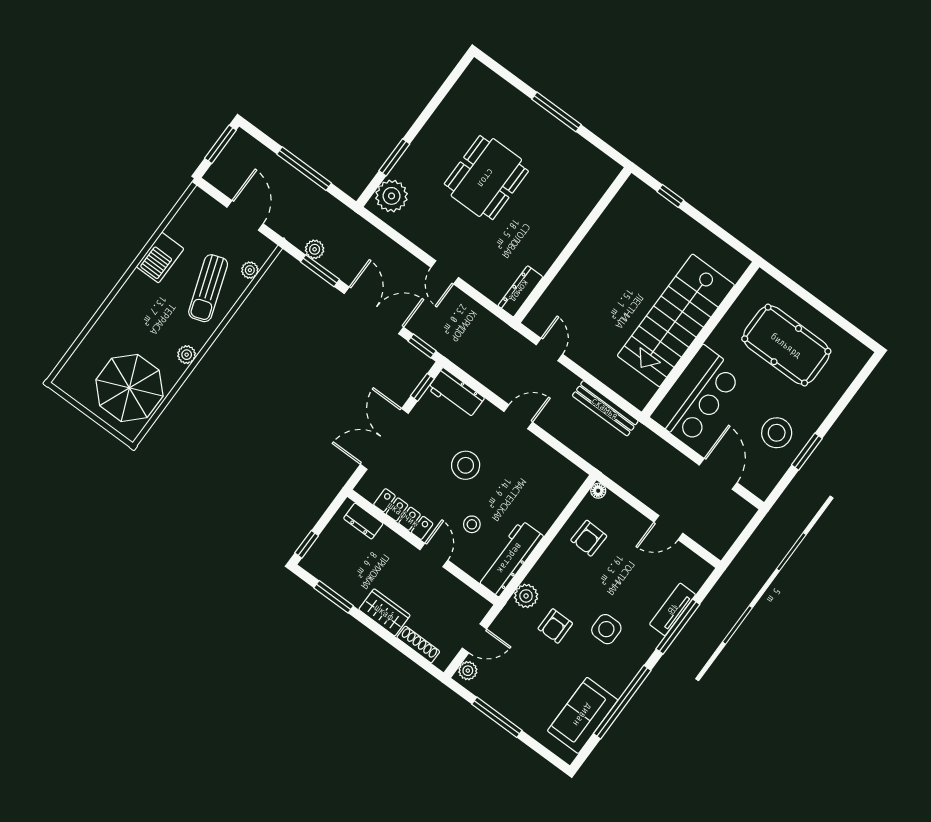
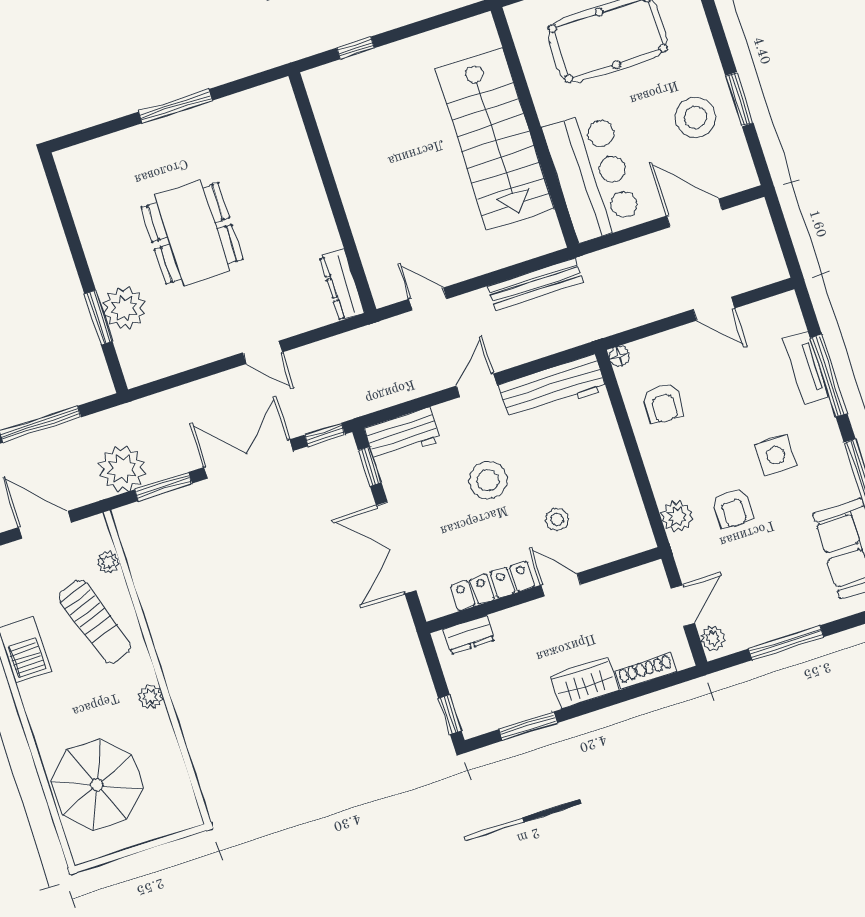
plant: (392, 196) -> (124, 308), moved
plant: (315, 249) -> (122, 469), width x1.87, depth x1.87
parasol: (129, 388) -> (97, 785), moved
door: (668, 528) -> (714, 309), hinge flipped
workbench: (510, 558) -> (553, 387), moved, turned -90

